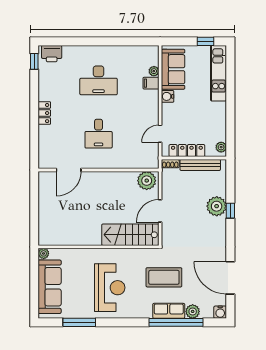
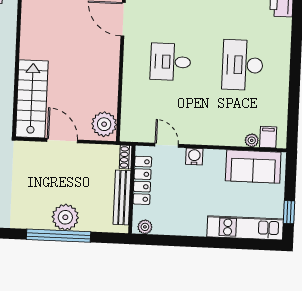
filing cabinet: (151, 83) -> (268, 137), moved
water cooler: (168, 96) -> (194, 156), moved
window: (230, 211) -> (58, 236), width x3.17

